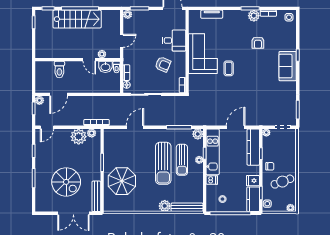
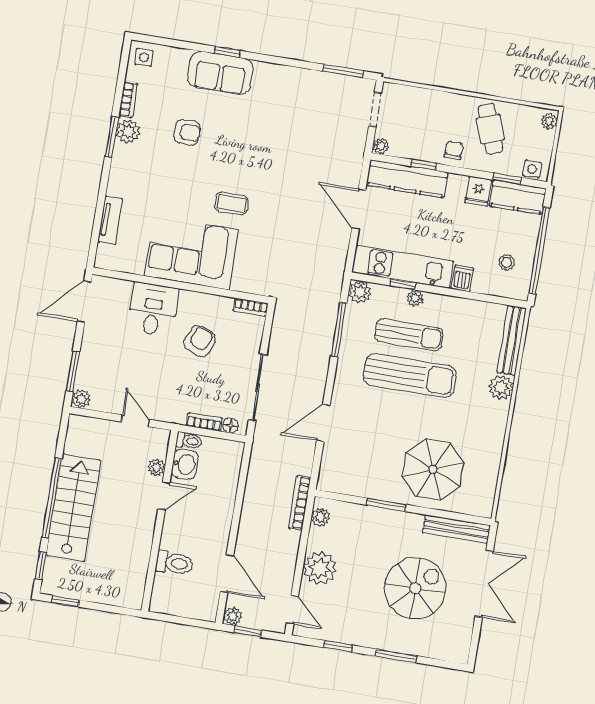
sofa: (288, 66) -> (220, 73), moved
door: (135, 127) -> (323, 423), hinge flipped
plant: (79, 137) -> (320, 568), moved

